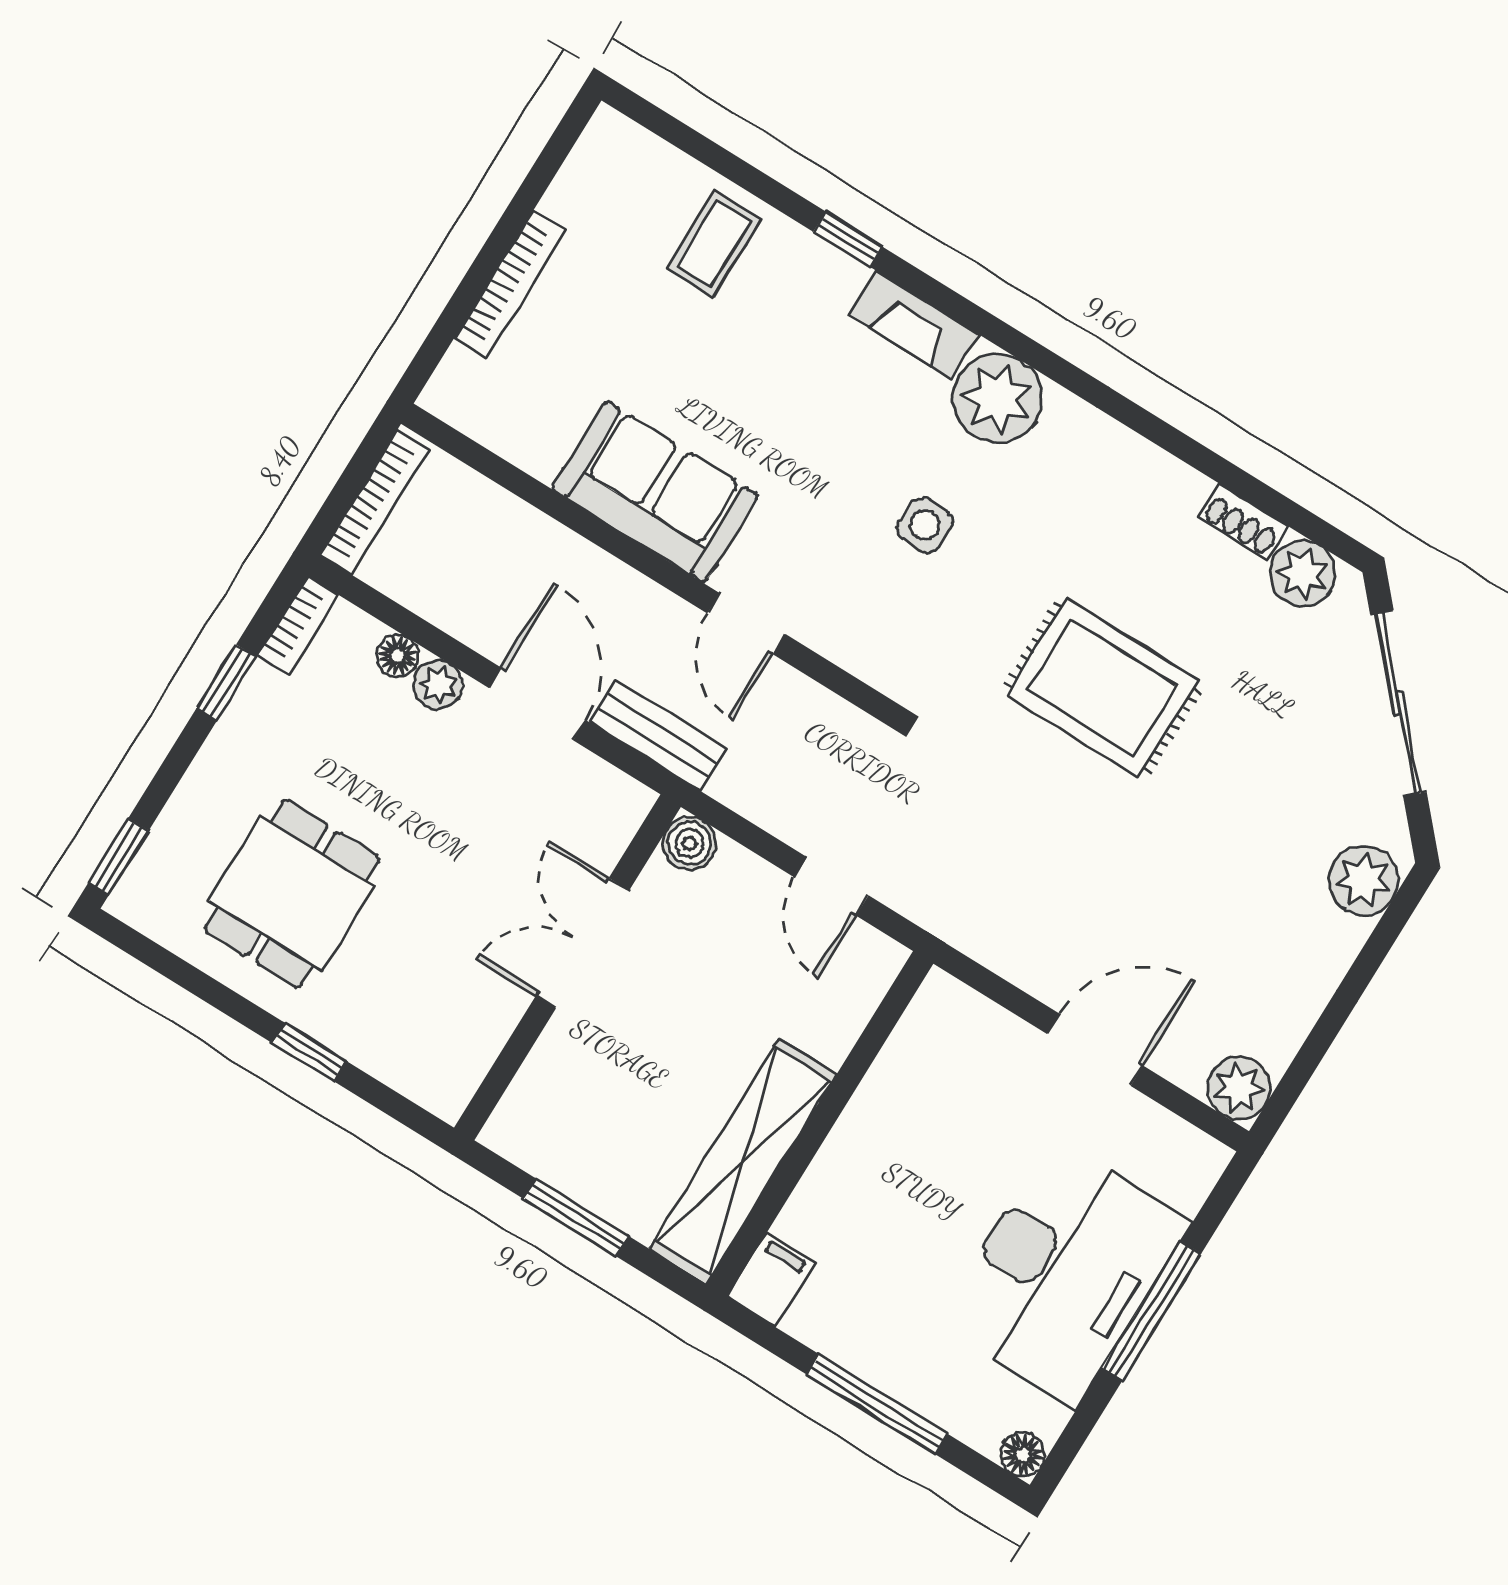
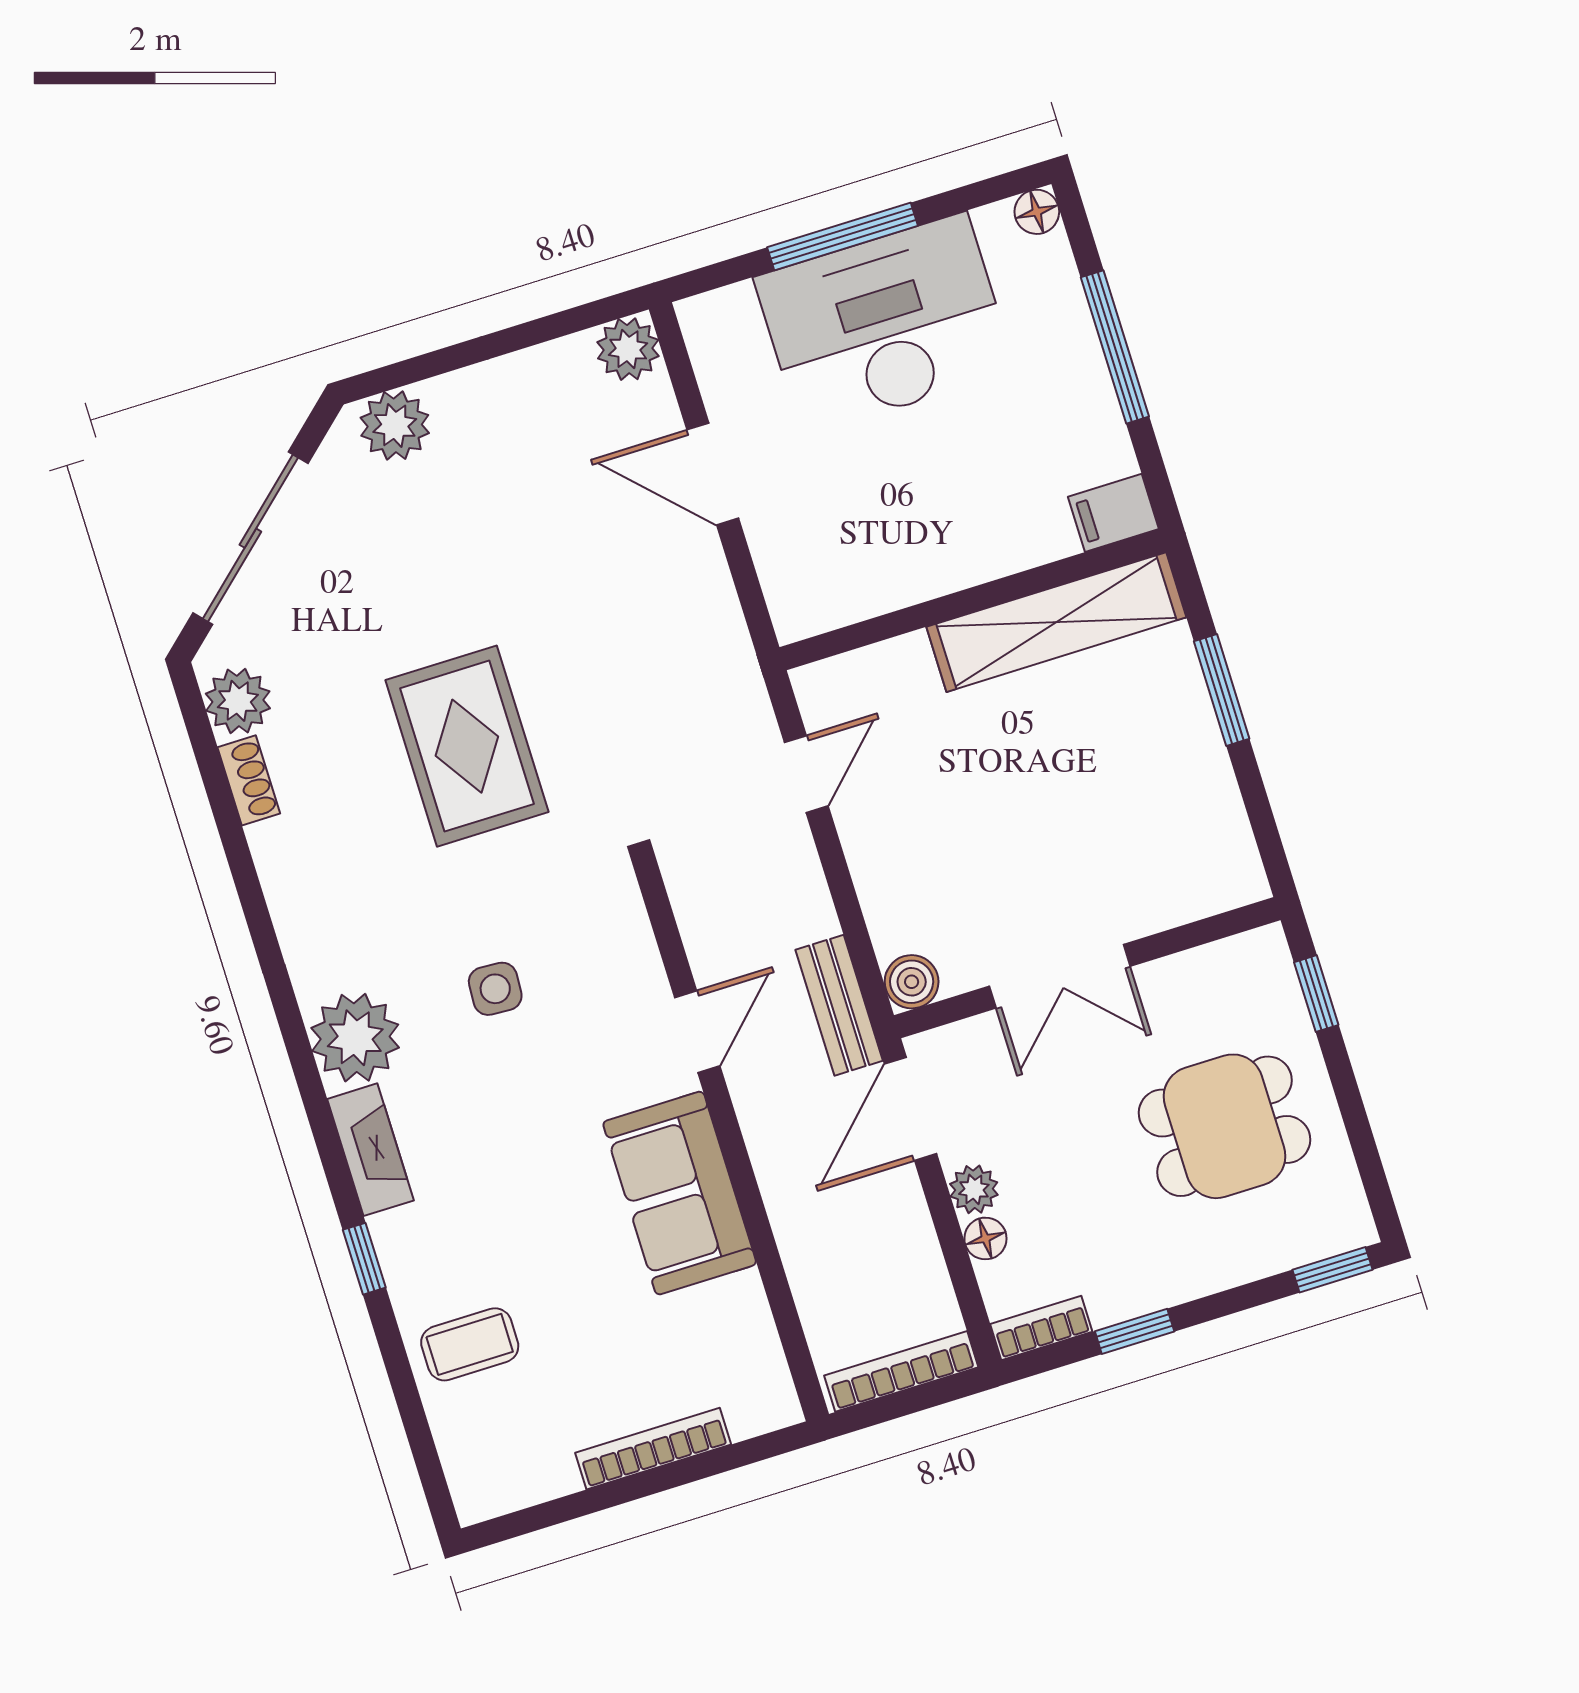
boiler: (689, 843) -> (912, 982), moved
double door: (582, 943) -> (1060, 976), moved
wall: (567, 967) -> (1087, 968), moved

